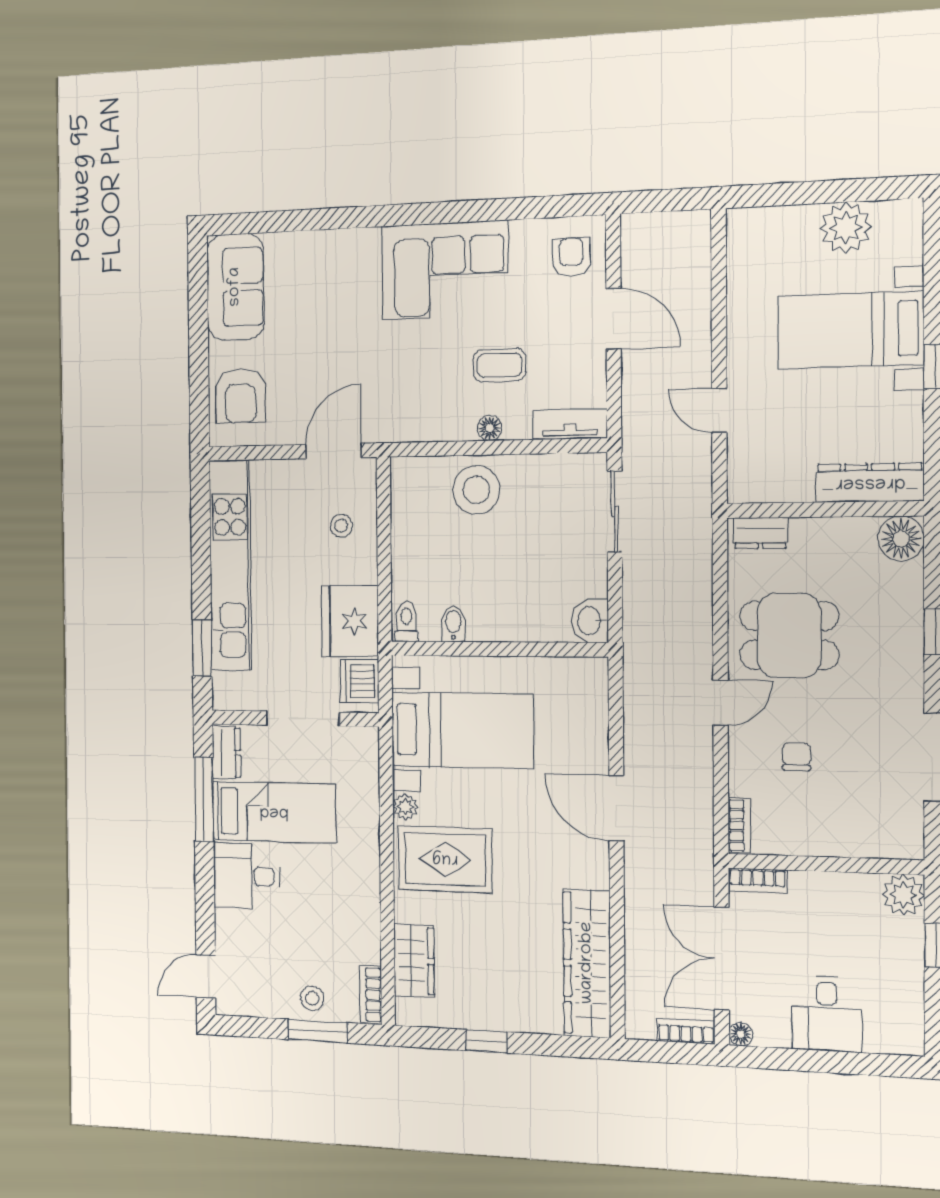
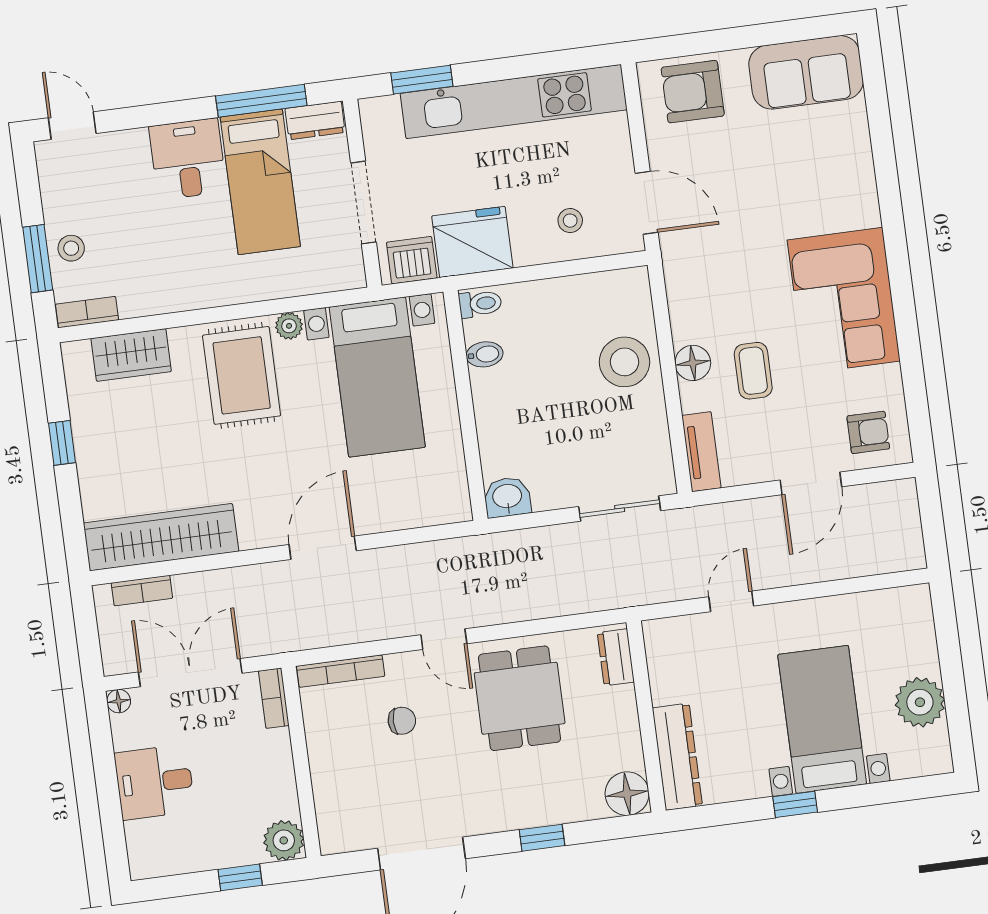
floor lamp: (490, 428) -> (693, 363), width x1.37, depth x1.37
bookcase: (739, 826) -> (341, 671), width x1.56
bookcase: (686, 1031) -> (142, 591), moved, turned 90

